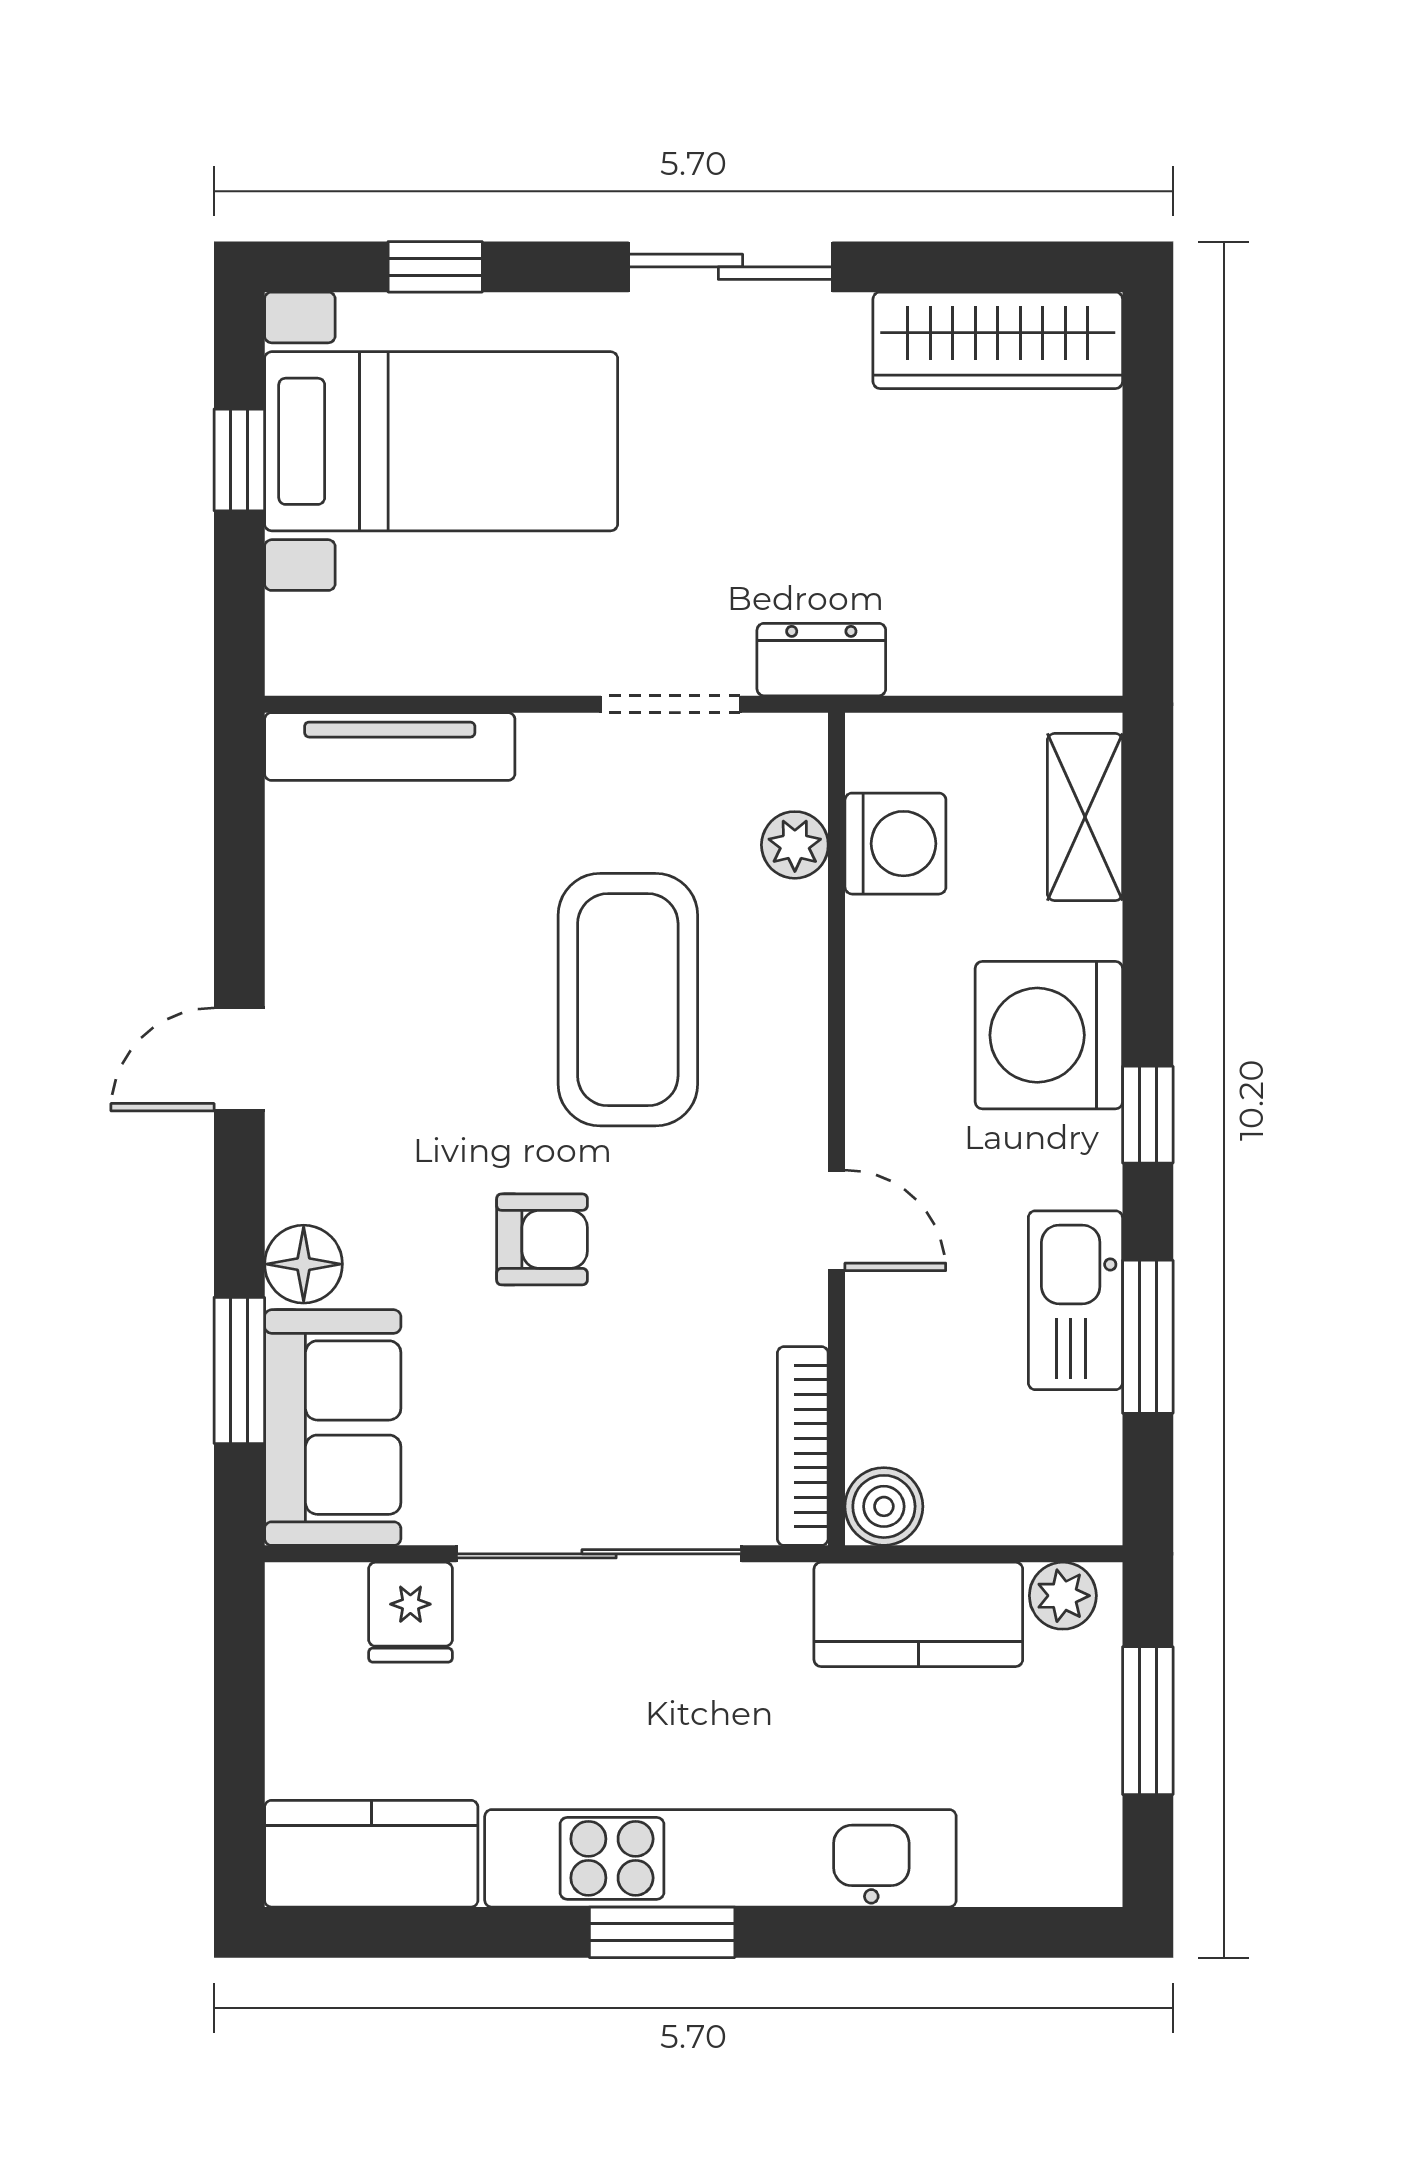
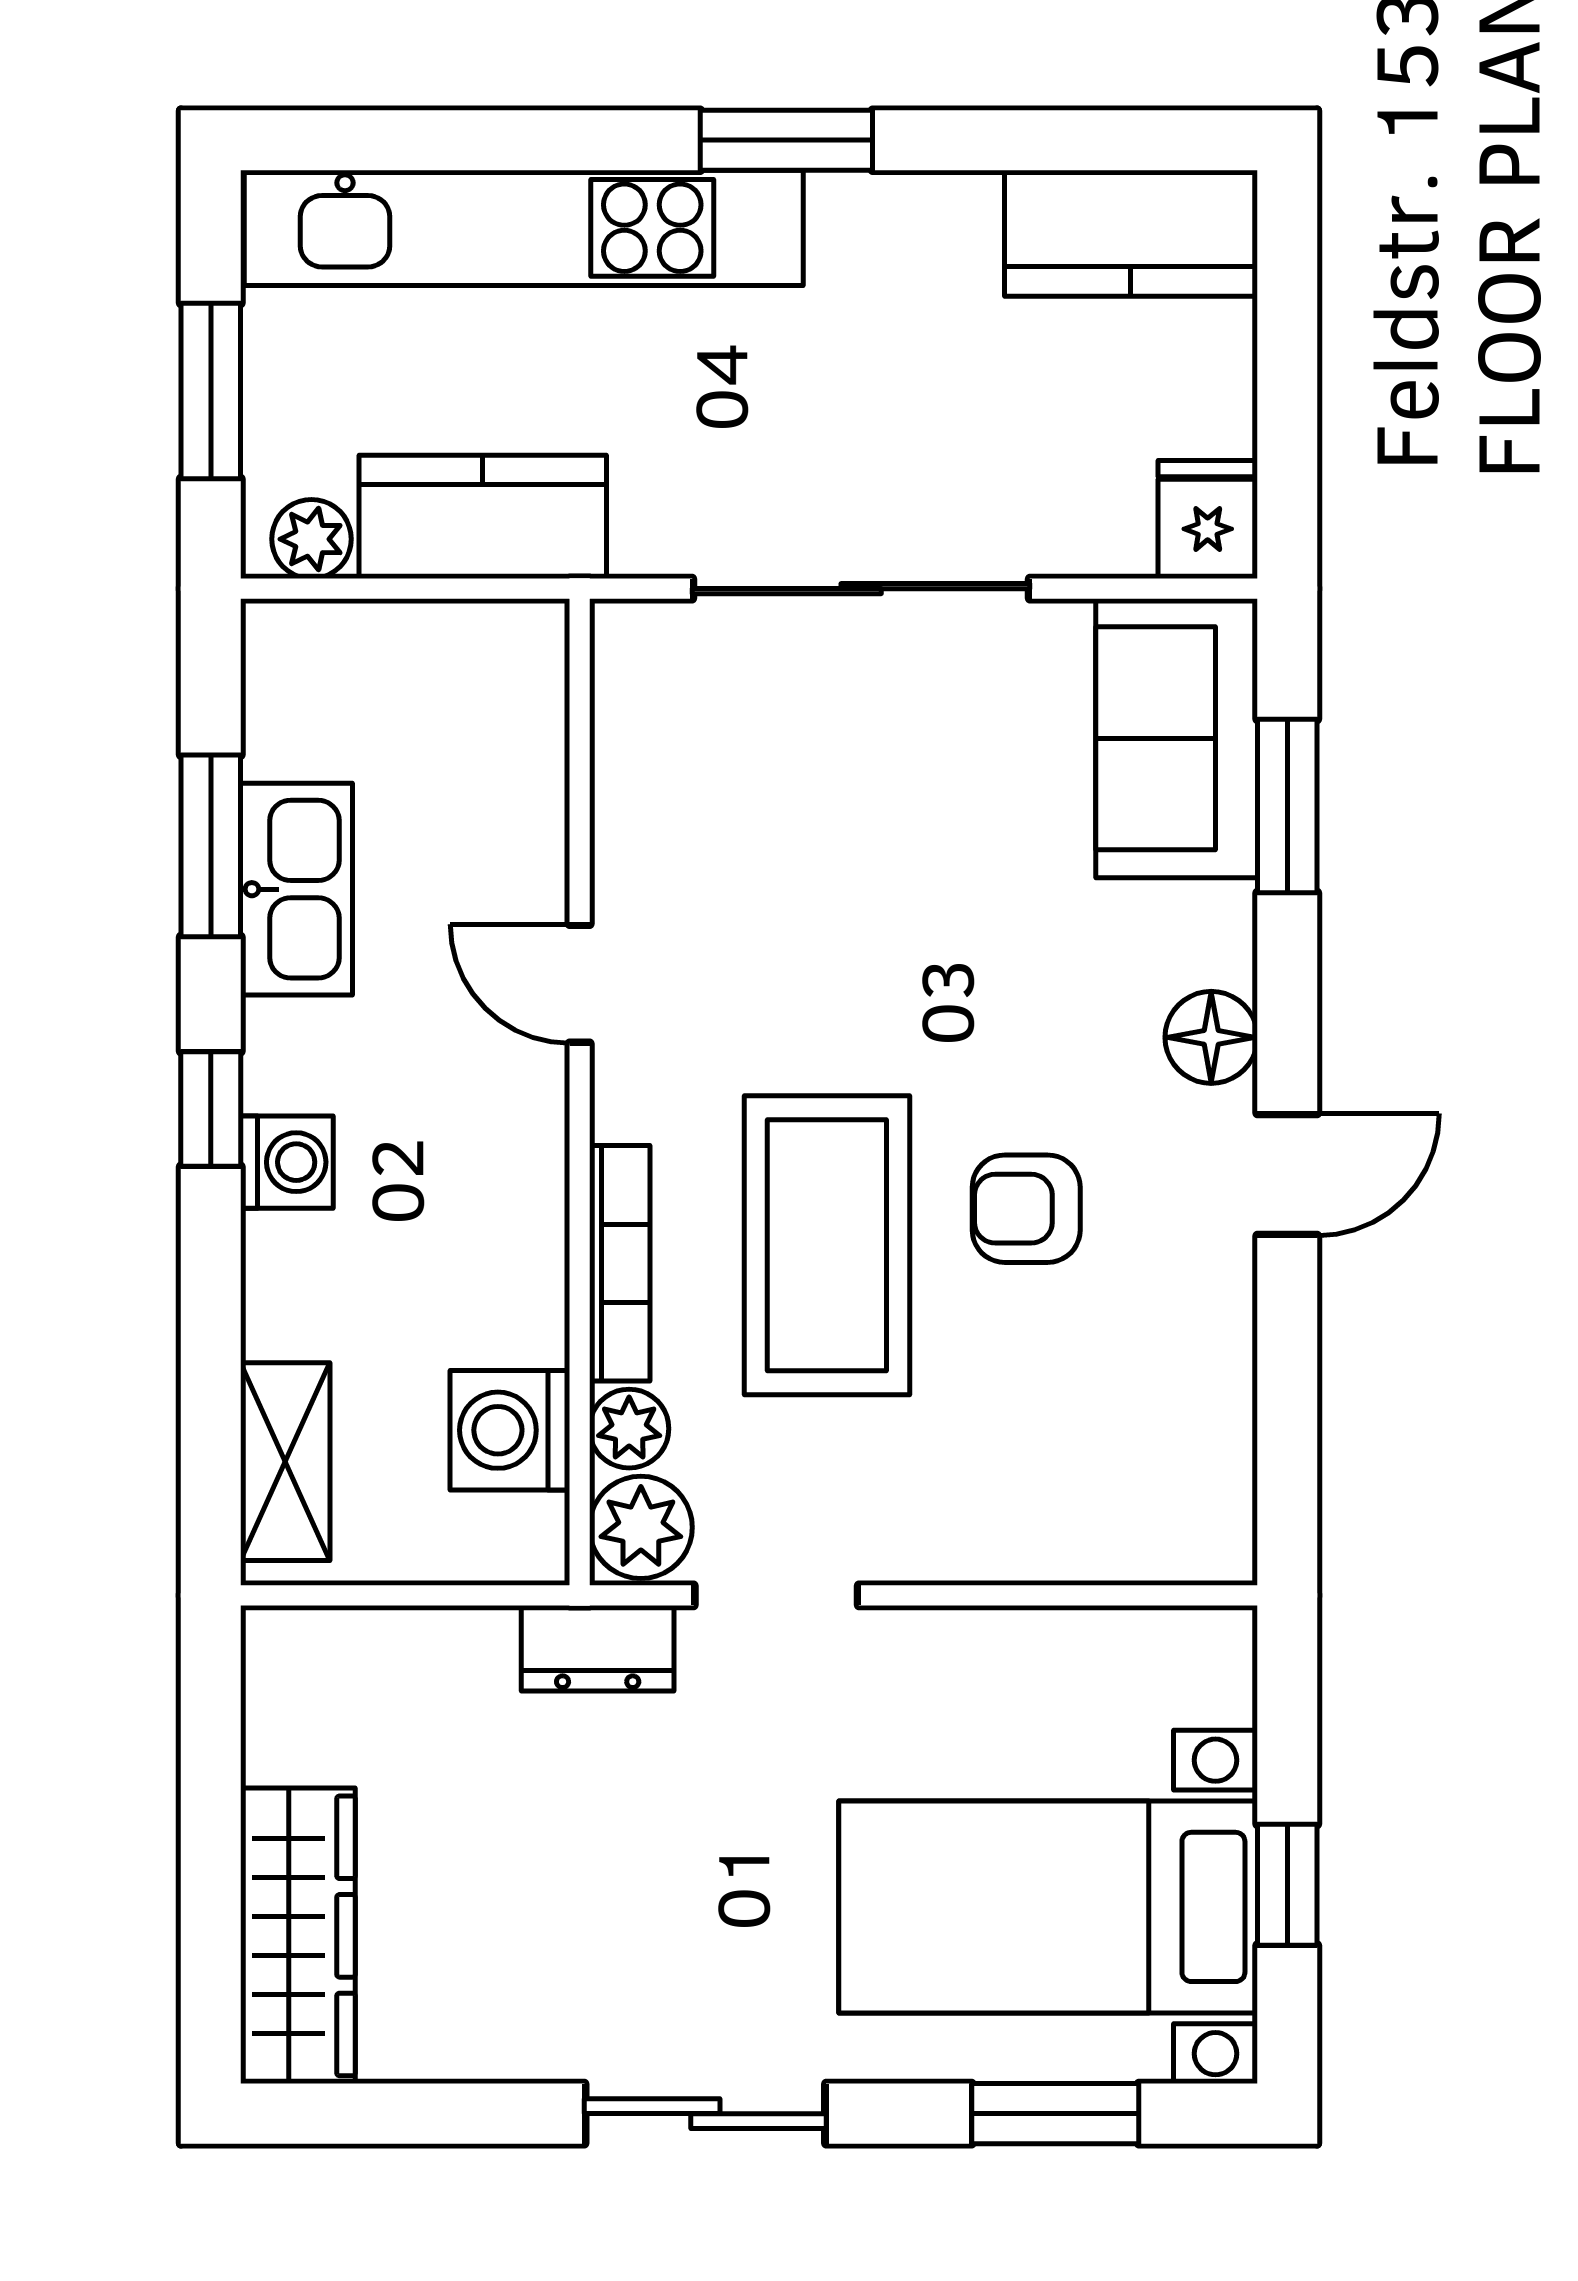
window: (435, 267) -> (1055, 2114), width x1.50
wardrobe: (998, 340) -> (298, 1936), moved, turned 90
tv unit: (390, 747) -> (1109, 1545), removed
plant: (785, 762) -> (641, 1527), added
washing machine: (1049, 1035) -> (287, 1162), width x0.53, depth x0.53
armchair: (542, 1239) -> (1026, 1209), moved
floor lamp: (304, 1264) -> (1211, 1037), moved
bookcase: (803, 1446) -> (620, 1263), moved
boiler: (884, 1506) -> (524, 645), removed
fridge: (410, 1612) -> (1208, 520), moved
kitchen unit: (720, 1858) -> (524, 228), moved

